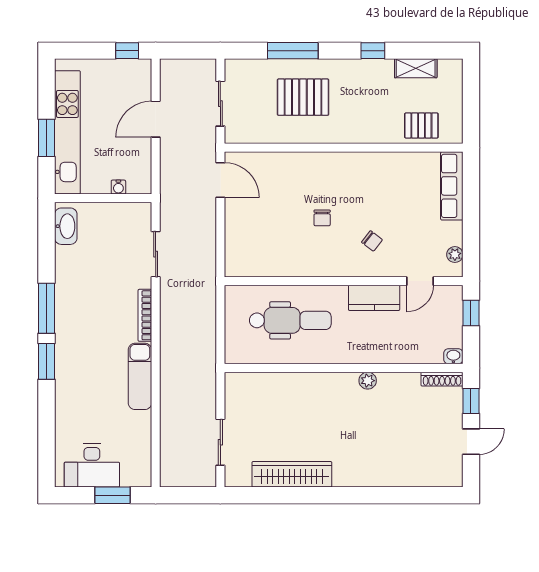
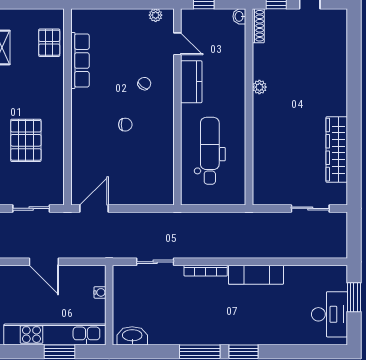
row of seats: (452, 186) -> (80, 60), moved, turned -90

